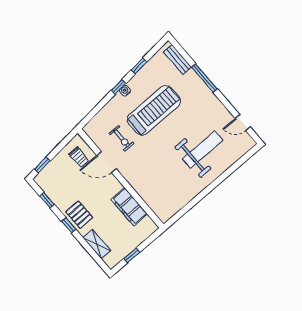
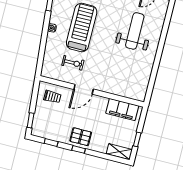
window: (119, 87) -> (45, 28), removed
door: (106, 162) -> (84, 89), moved
filing cabinet: (129, 207) -> (122, 109), moved
shelving: (97, 244) -> (119, 152), moved

